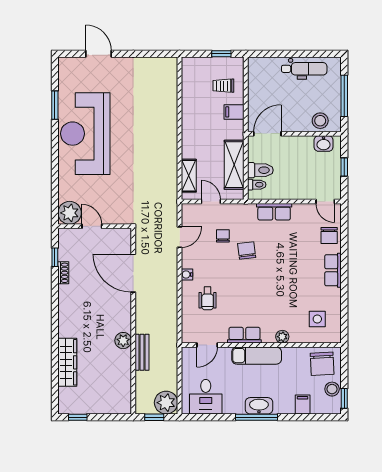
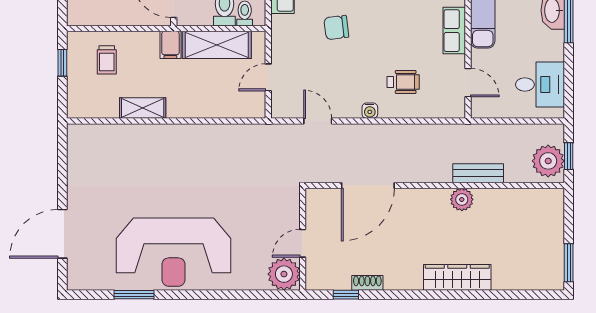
door: (99, 54) -> (62, 234), width x1.36
filing cabinet: (234, 112) -> (170, 45), moved
shelving: (189, 176) -> (143, 108), moved
chair: (223, 236) -> (316, 61), removed
wardrobe: (67, 362) -> (457, 277), moved
plant: (166, 403) -> (548, 161), moved
window: (78, 417) -> (569, 263), width x1.50

